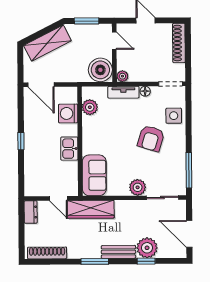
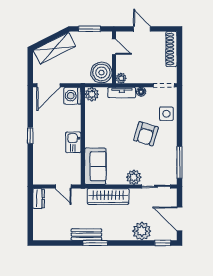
door: (41, 85) -> (48, 85), hinge flipped
plant: (90, 107) -> (92, 94), moved
washing machine: (68, 113) -> (72, 96), moved
wardrobe: (91, 209) -> (108, 196), moved
bench: (118, 252) -> (86, 235), moved
shoe rack: (47, 253) -> (53, 235), removed
window: (146, 261) -> (163, 243), moved

